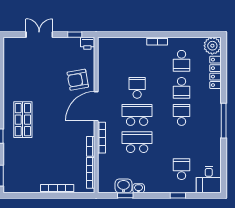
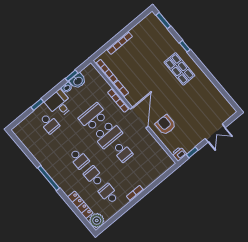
armchair: (78, 80) -> (166, 125), turned -80
school desk: (137, 142) -> (93, 117), turned 180
desk: (209, 180) -> (59, 104), moved

